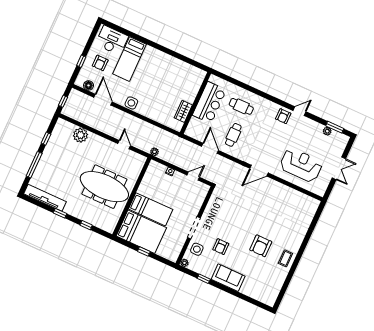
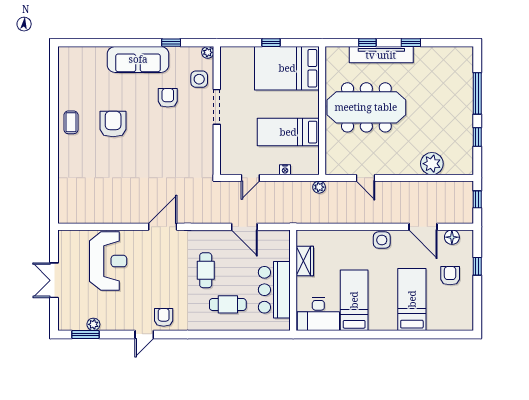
desk: (112, 40) -> (318, 314), moved
bed: (164, 74) -> (354, 300), added
cafe table: (233, 135) -> (206, 270), moved
reception desk: (301, 165) -> (108, 261), turned -90
tv unit: (45, 198) -> (381, 55), moved
bed: (151, 209) -> (288, 132), moved
sofa: (228, 278) -> (138, 59), width x1.36

